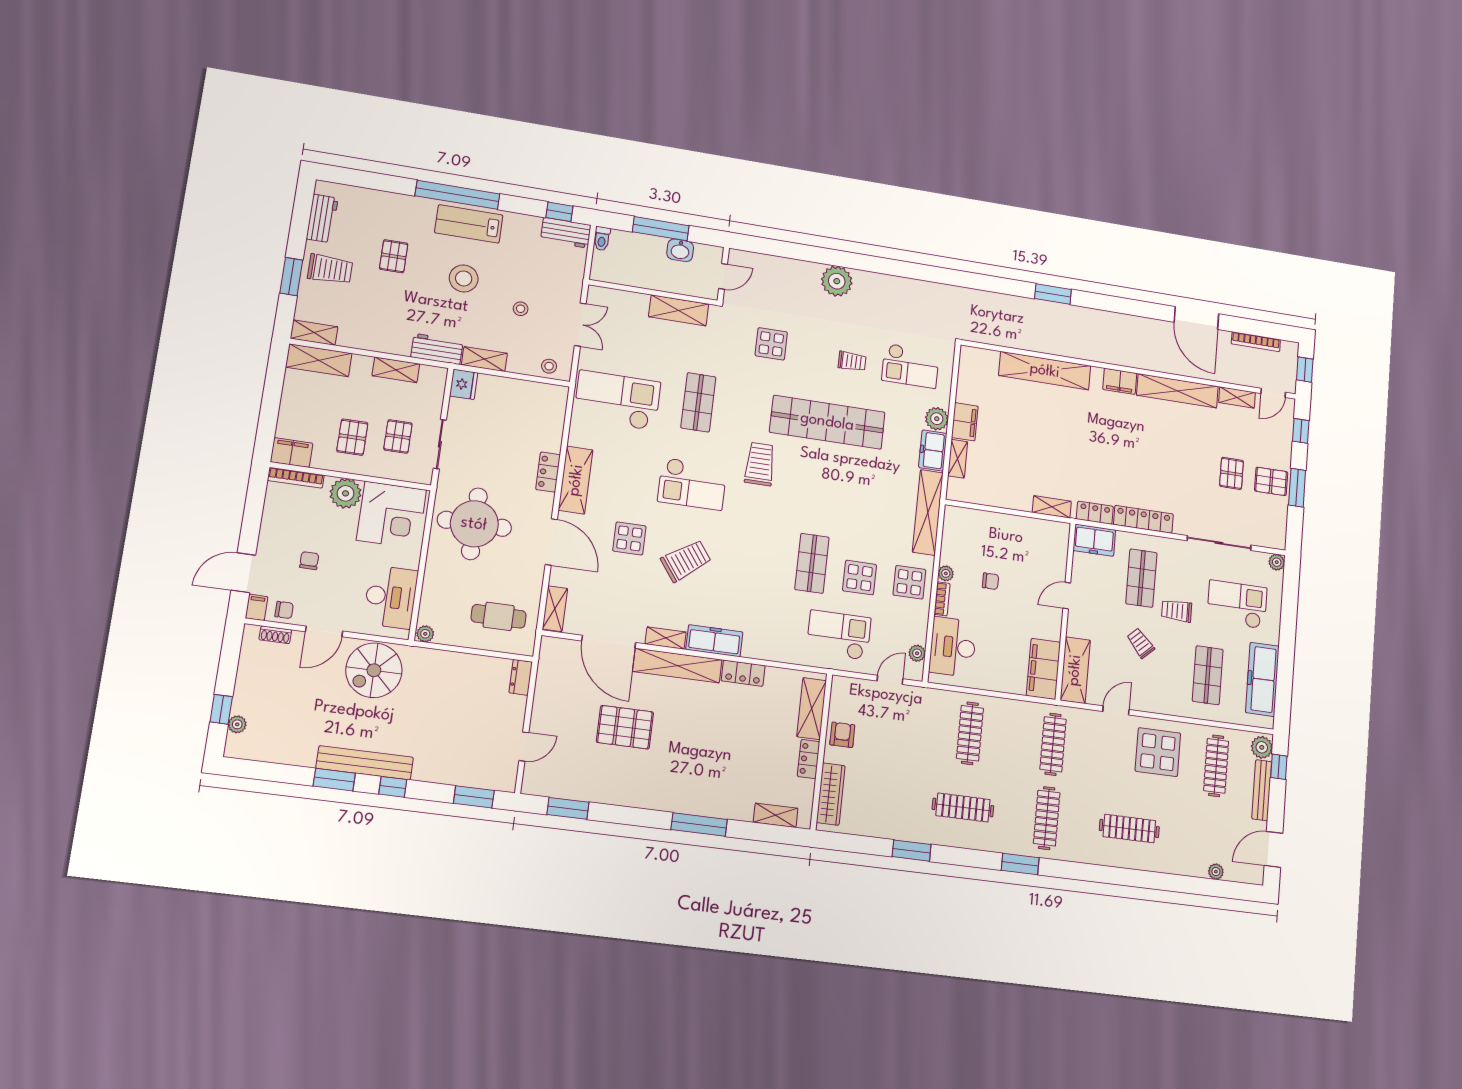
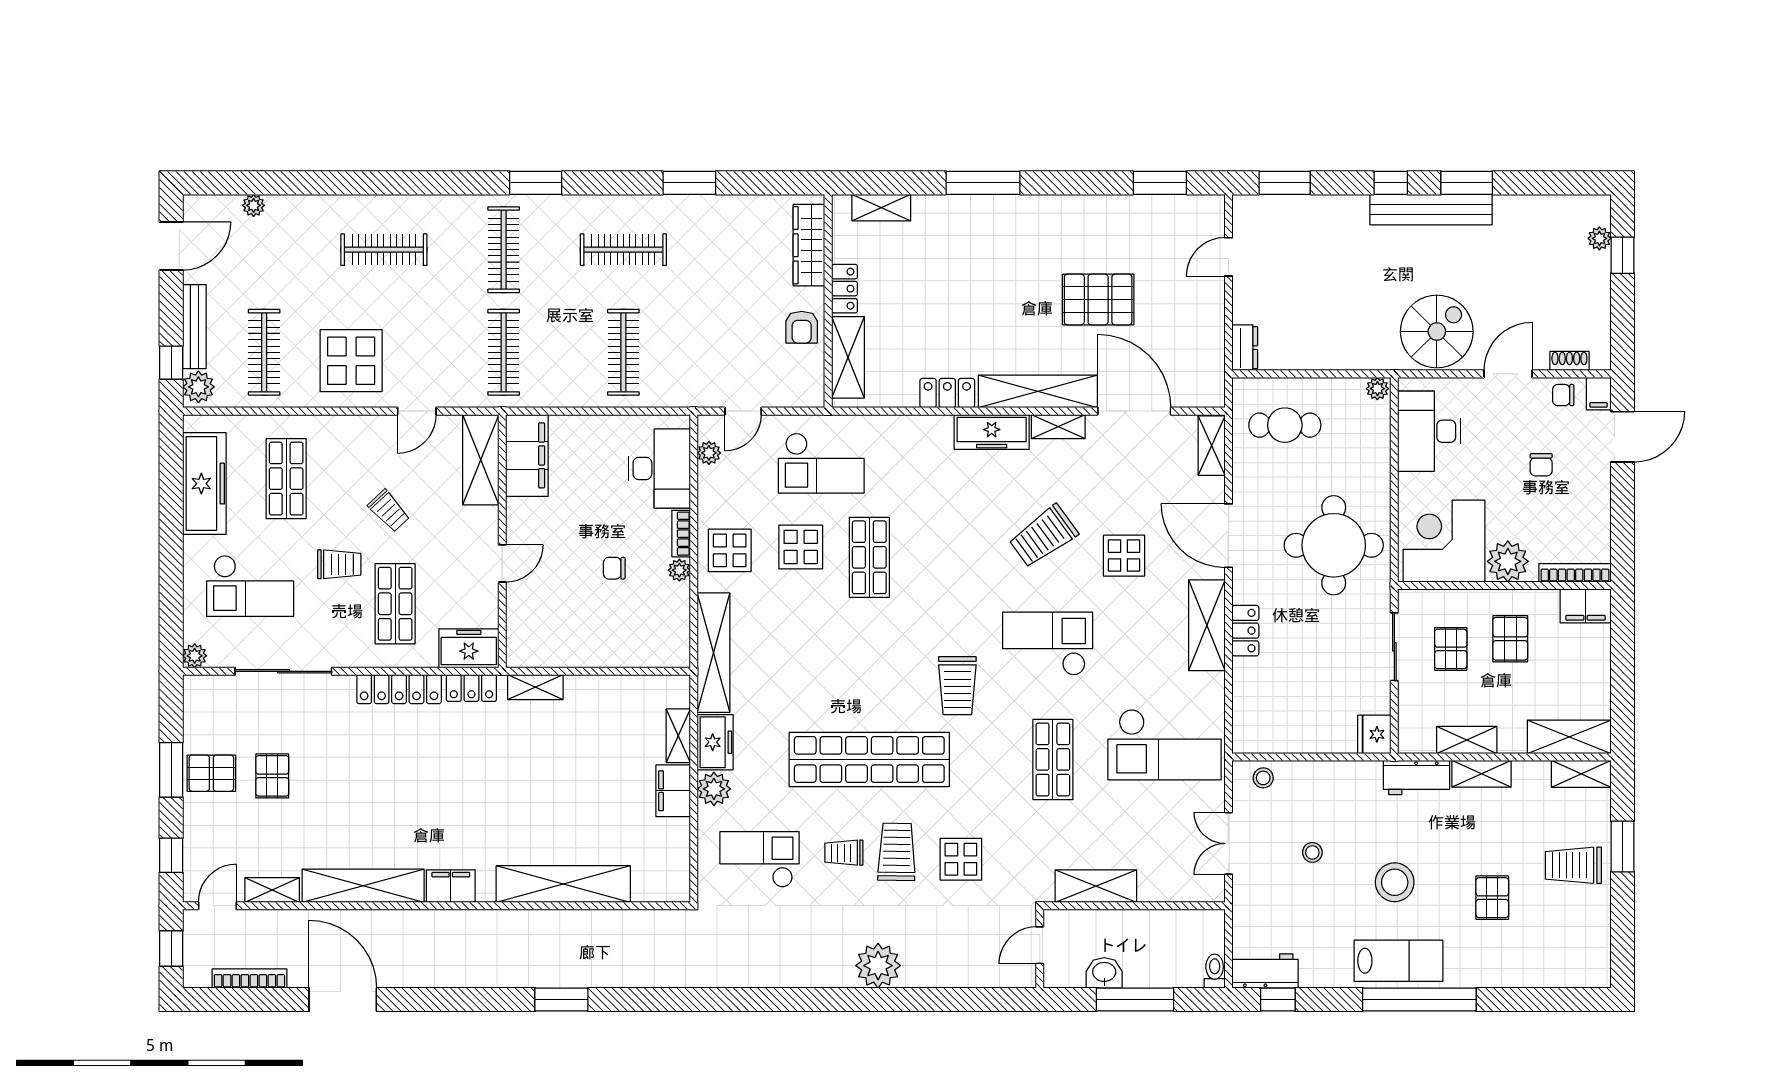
workbench: (322, 218) -> (1594, 935), removed
trolley: (815, 356) -> (897, 852), added
shelving: (484, 359) -> (1482, 774), moved

